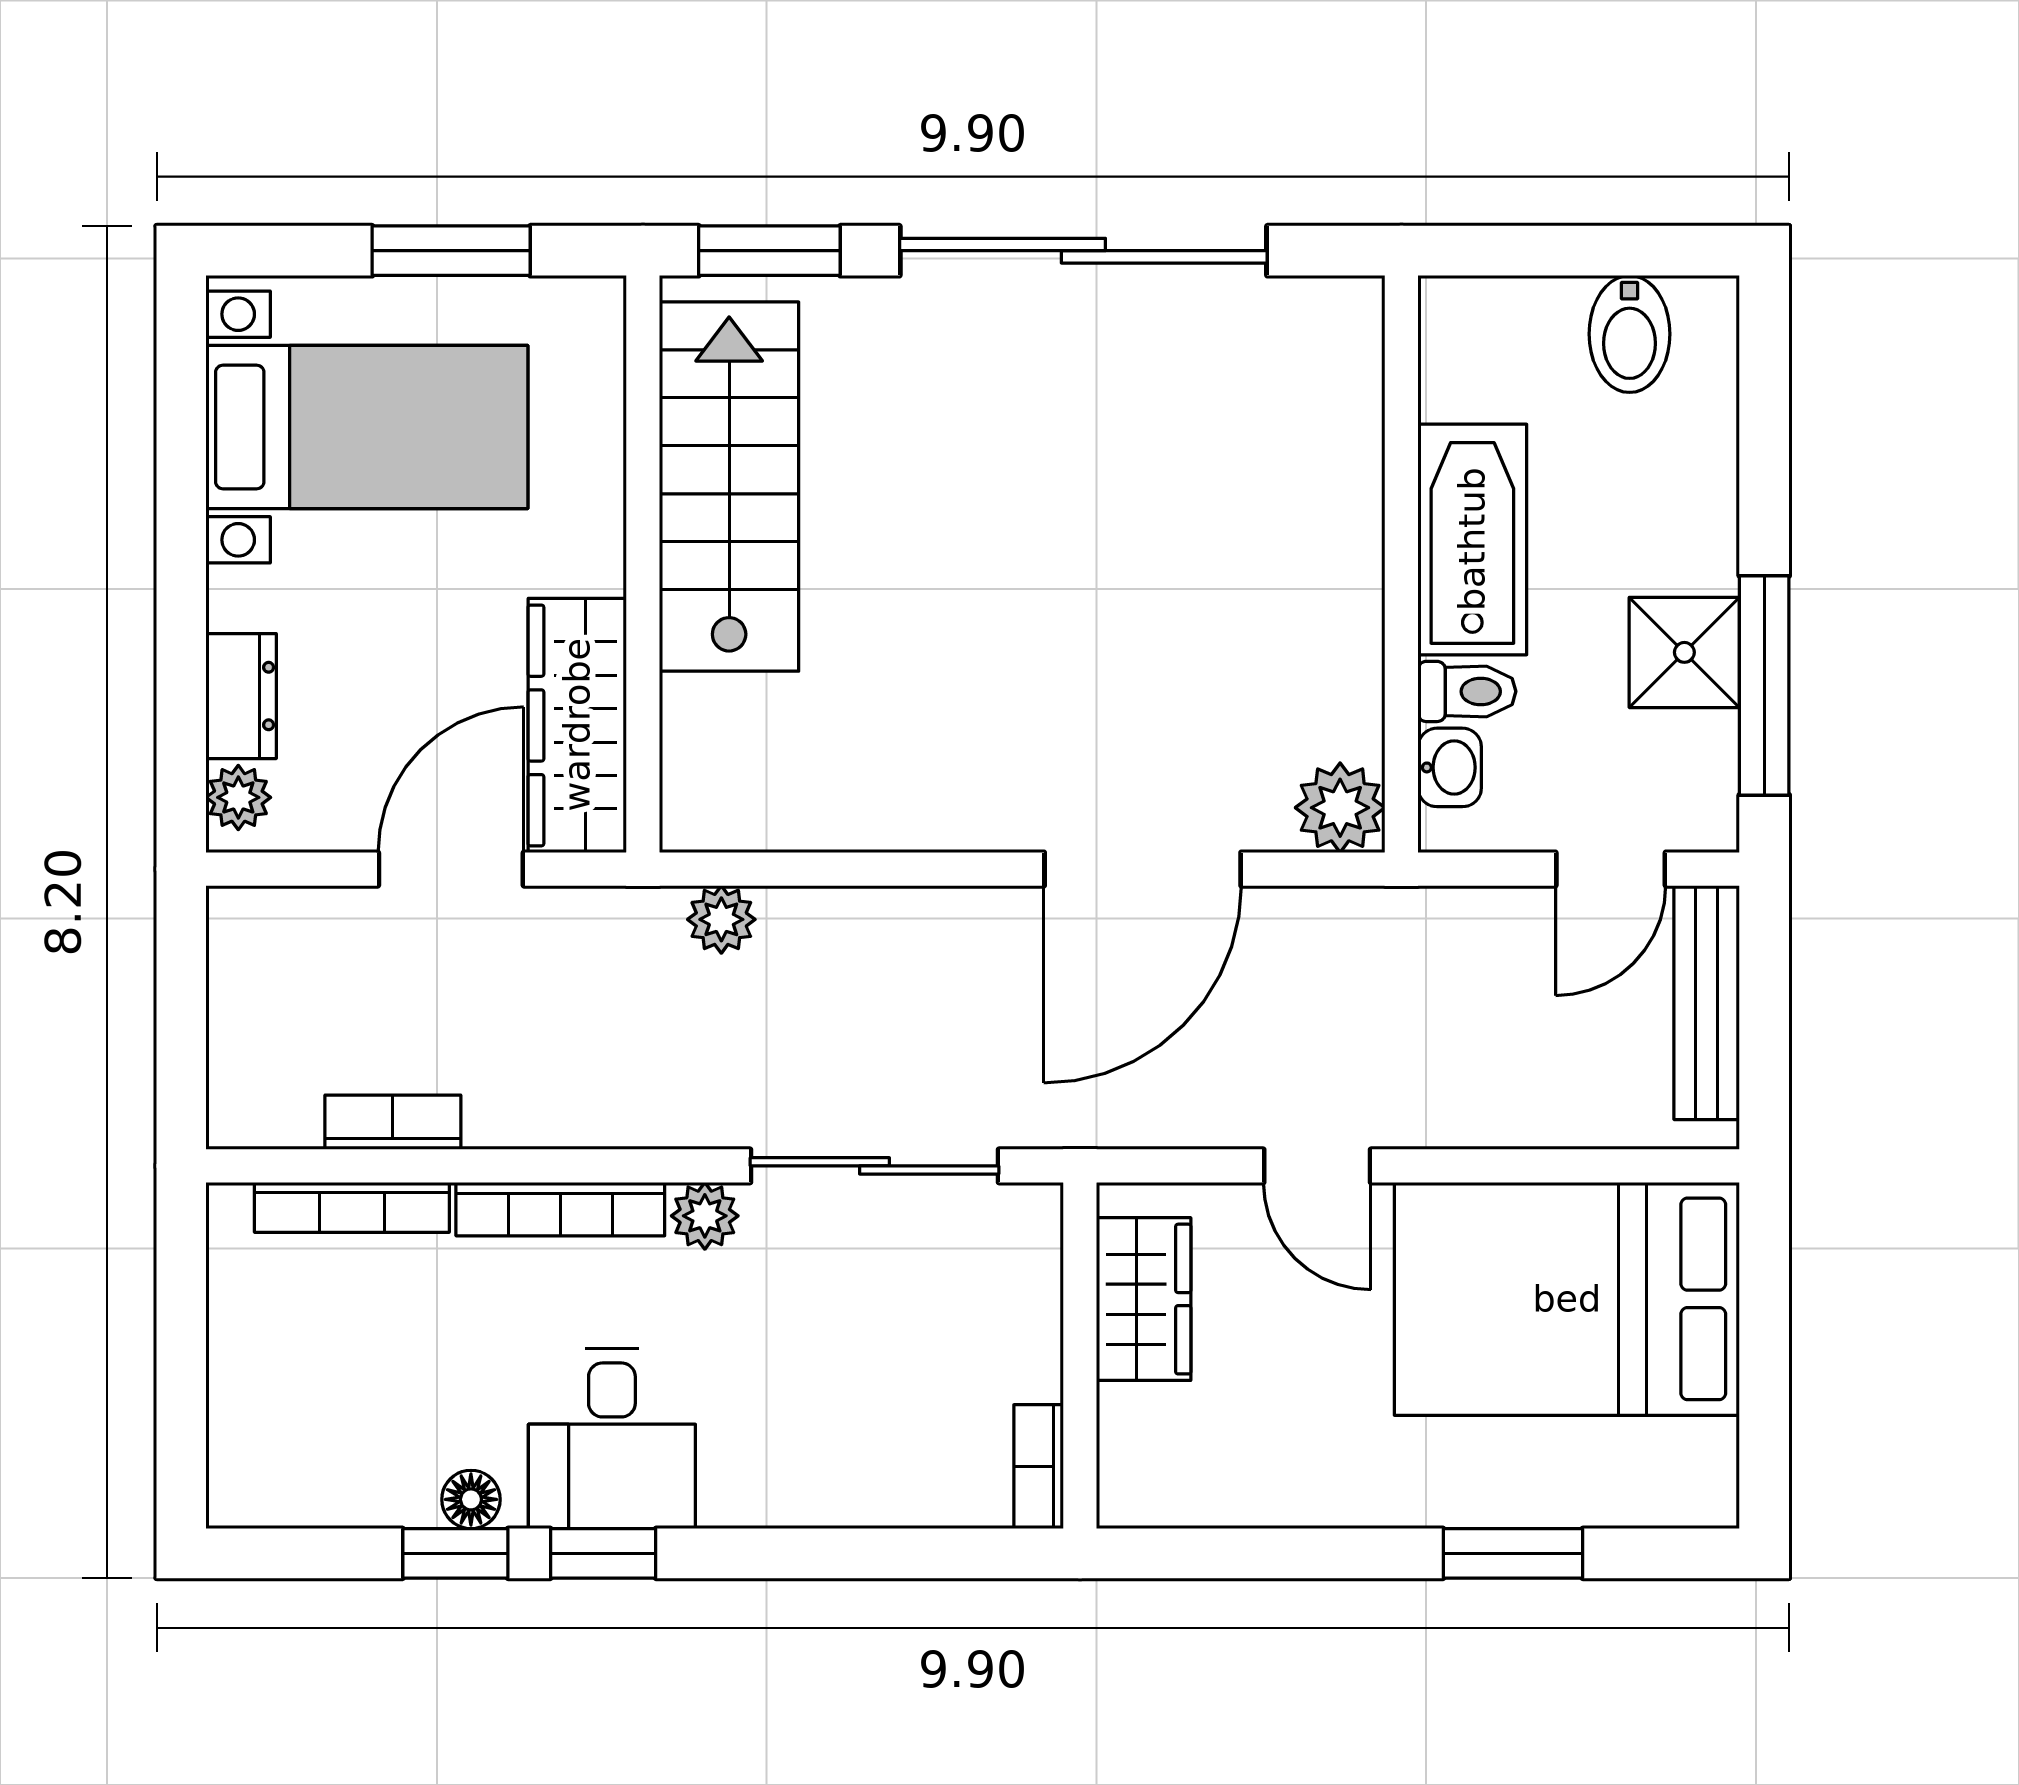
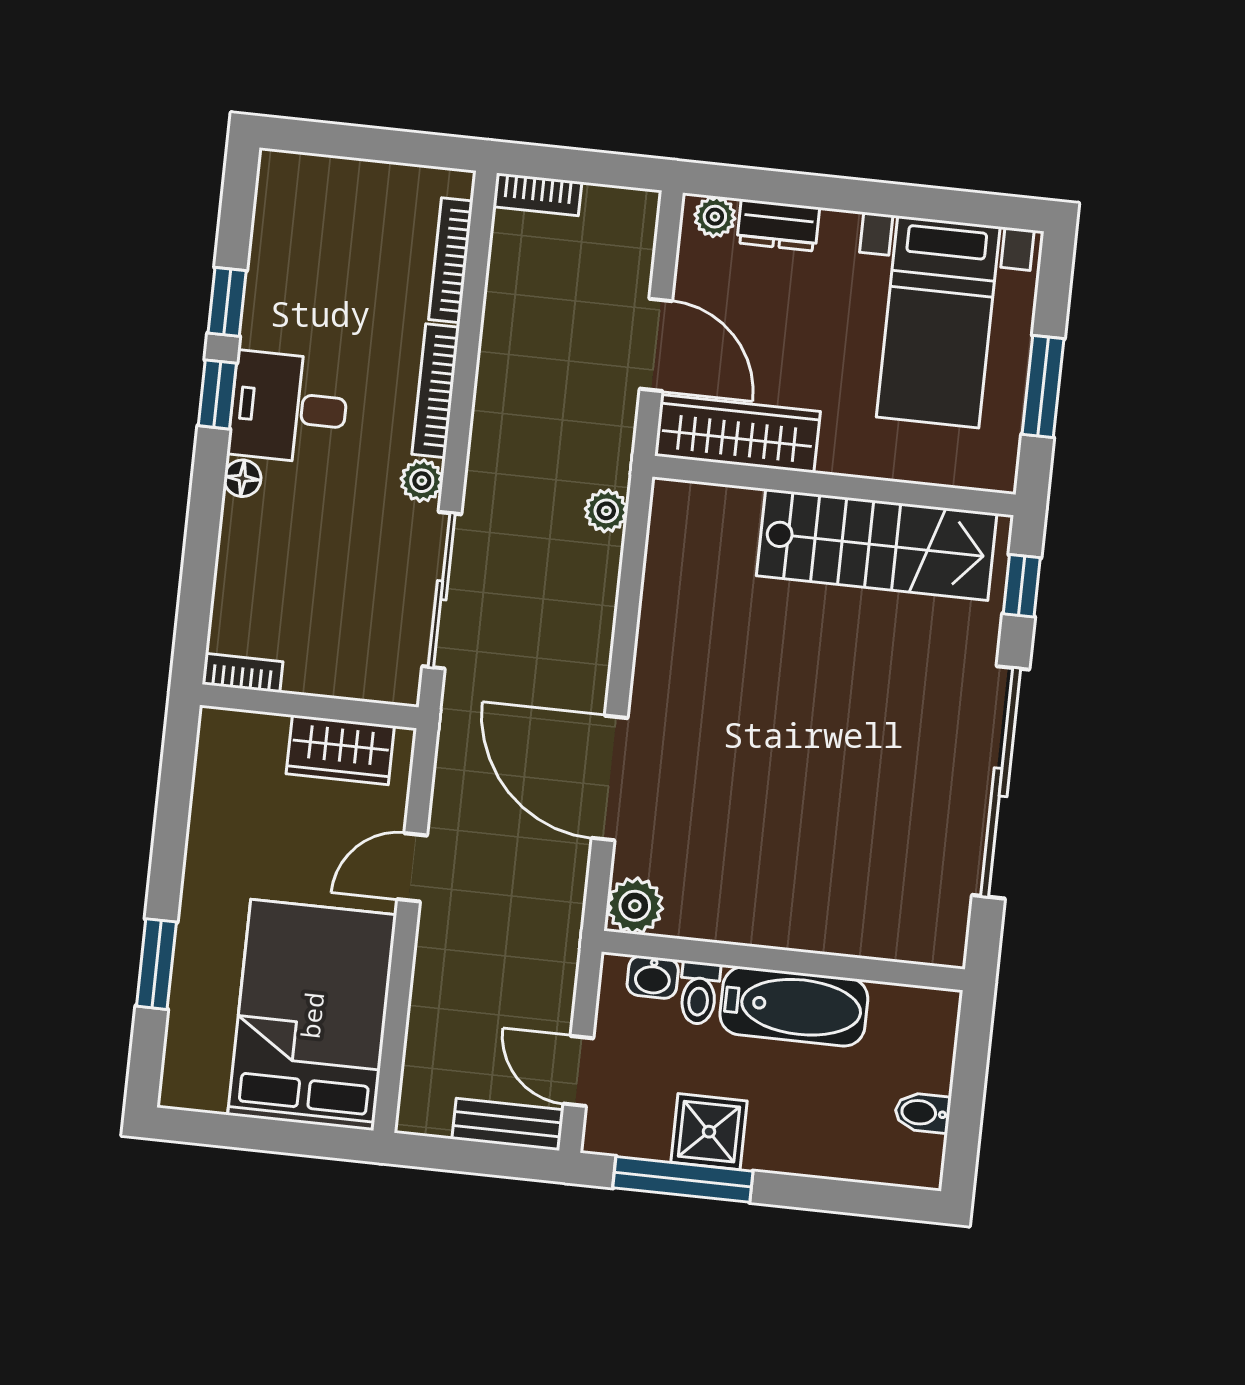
window: (769, 251) -> (1022, 586), width x0.67
bidet: (1630, 334) -> (922, 1113), width x0.72, depth x0.74
bench: (1707, 1003) -> (508, 1124), width x0.73
bookcase: (393, 1122) -> (538, 194), moved, turned 90
floor lamp: (471, 1499) -> (242, 478), moved

